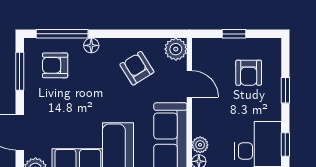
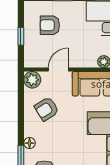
armchair: (249, 73) -> (50, 25), turned 180

